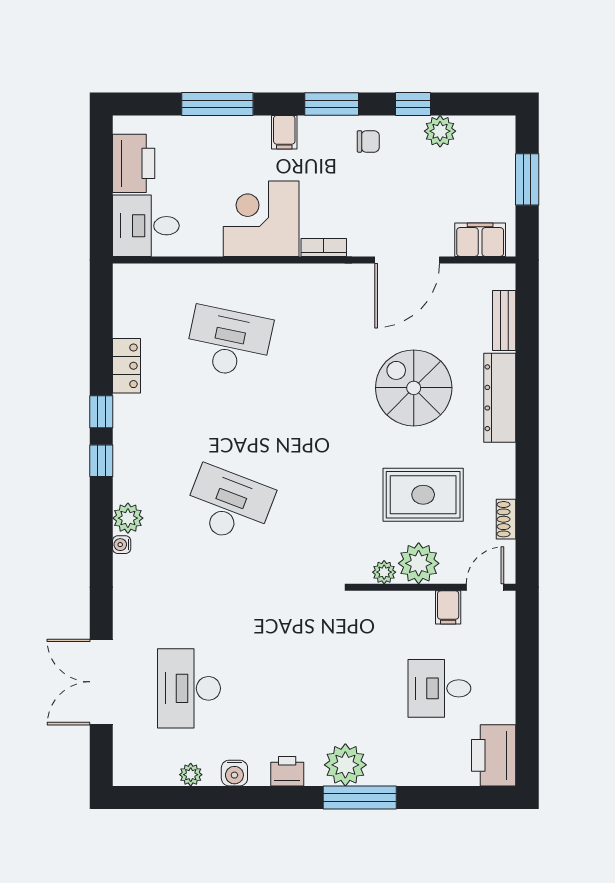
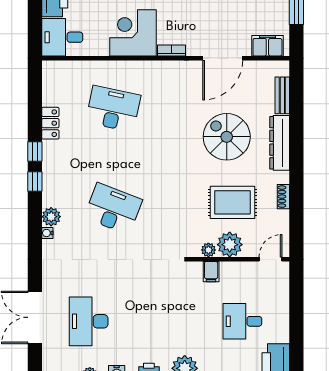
shoe rack: (506, 519) -> (283, 197), moved
filing cabinet: (448, 607) -> (211, 272), moved

